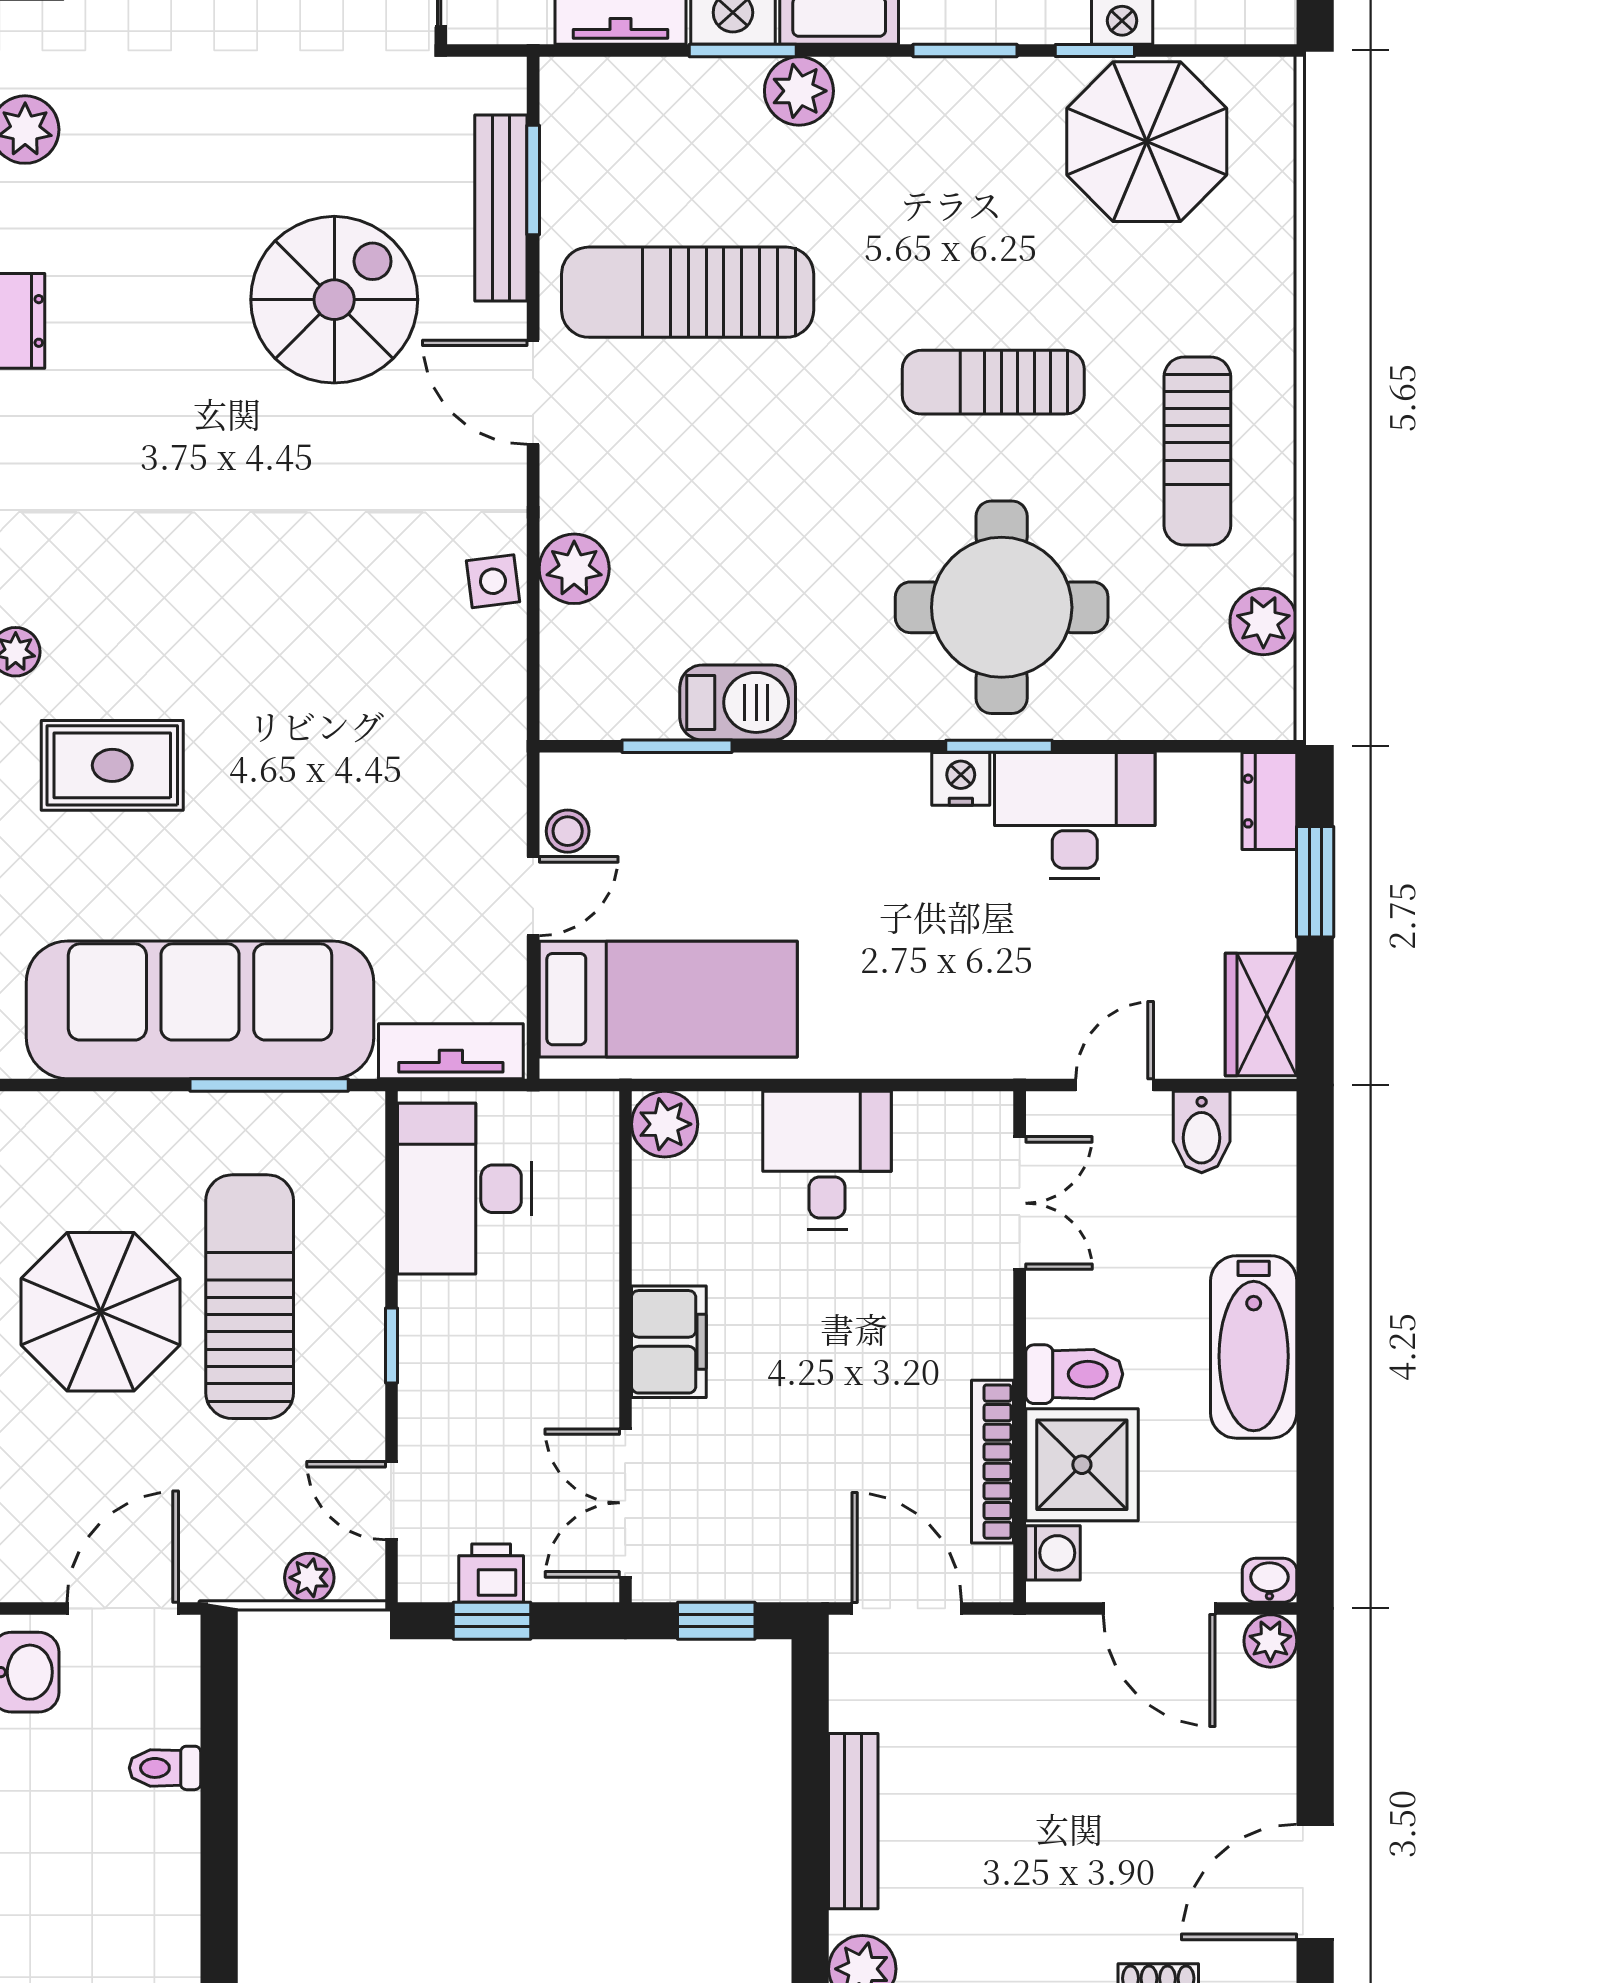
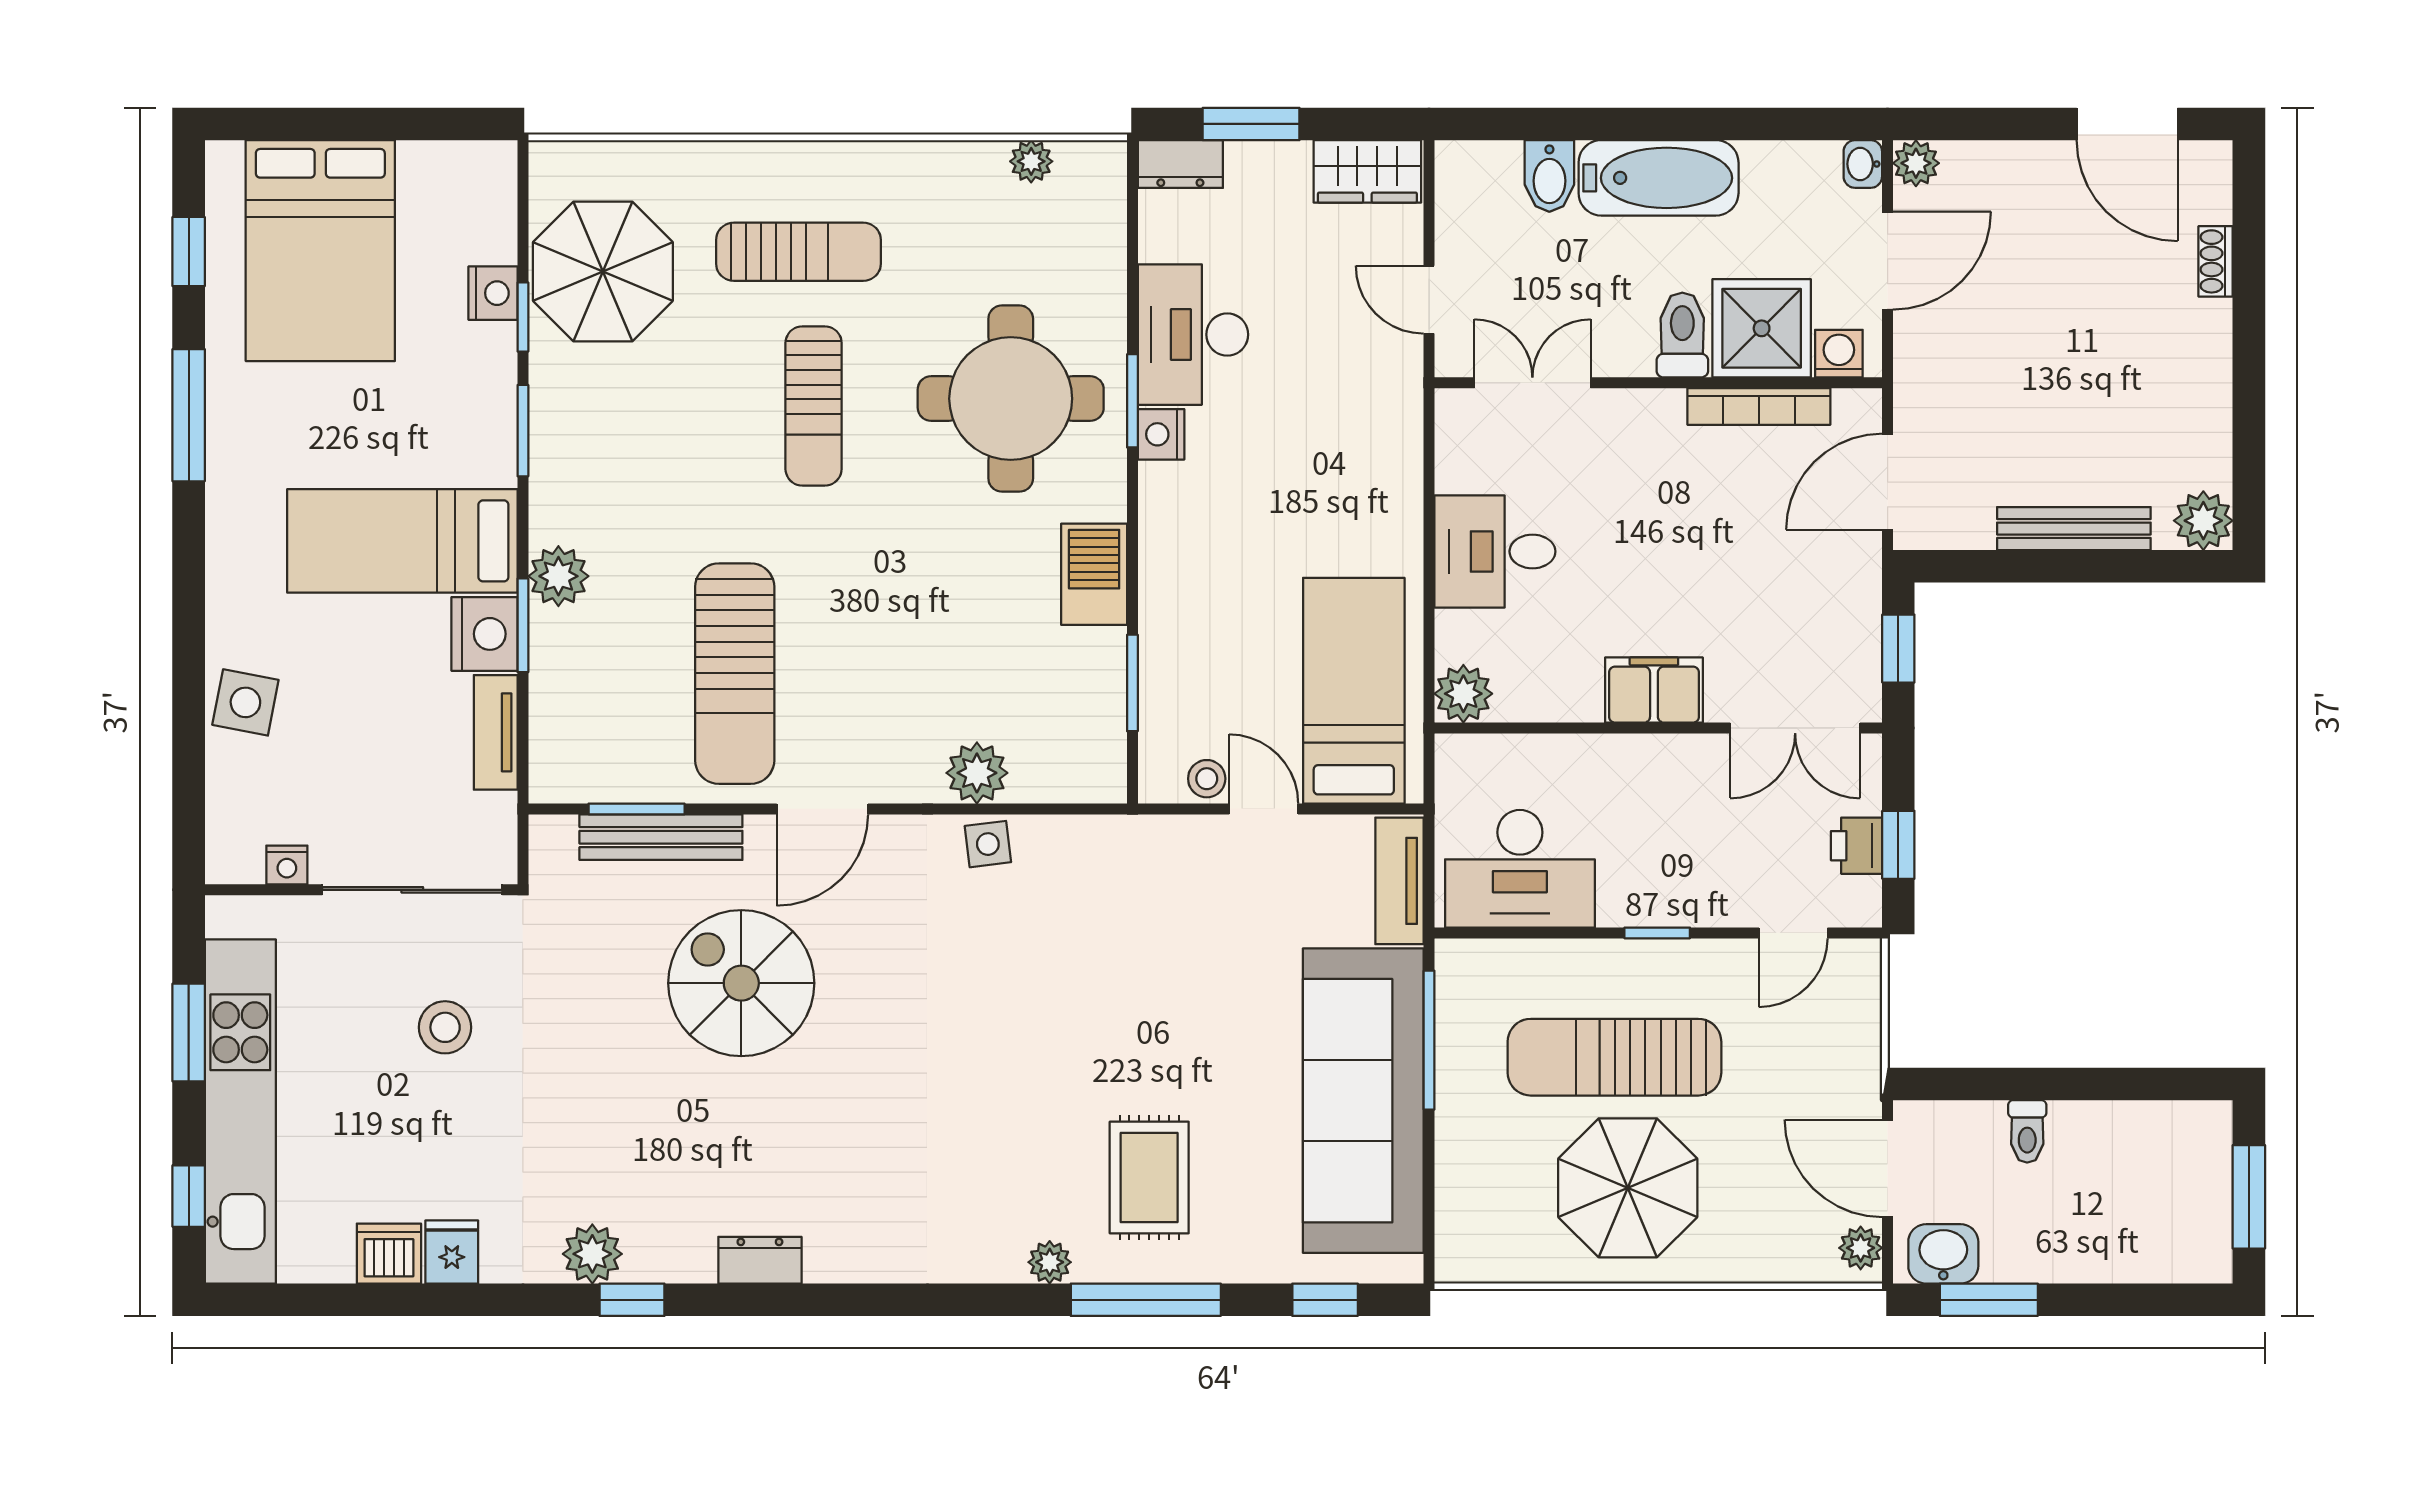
sun lounger: (1197, 451) -> (798, 252), moved
plant: (1263, 622) -> (1031, 161), width x0.73, depth x0.73
barbecue: (738, 702) -> (1094, 574), moved
bidet: (1202, 1132) -> (1549, 176), moved, turned 90
plant: (309, 1578) -> (1861, 1248), moved

